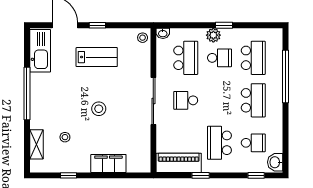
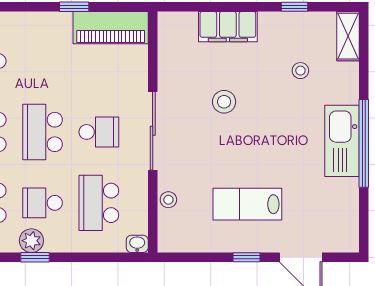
plant: (213, 35) -> (31, 241), moved
stool: (143, 38) -> (168, 200), moved
kitchen sink: (40, 51) -> (342, 141), moved
stool: (99, 109) -> (224, 102), moved
school desk: (219, 143) -> (43, 132), moved, turned 180
shelving: (36, 144) -> (348, 36), moved

